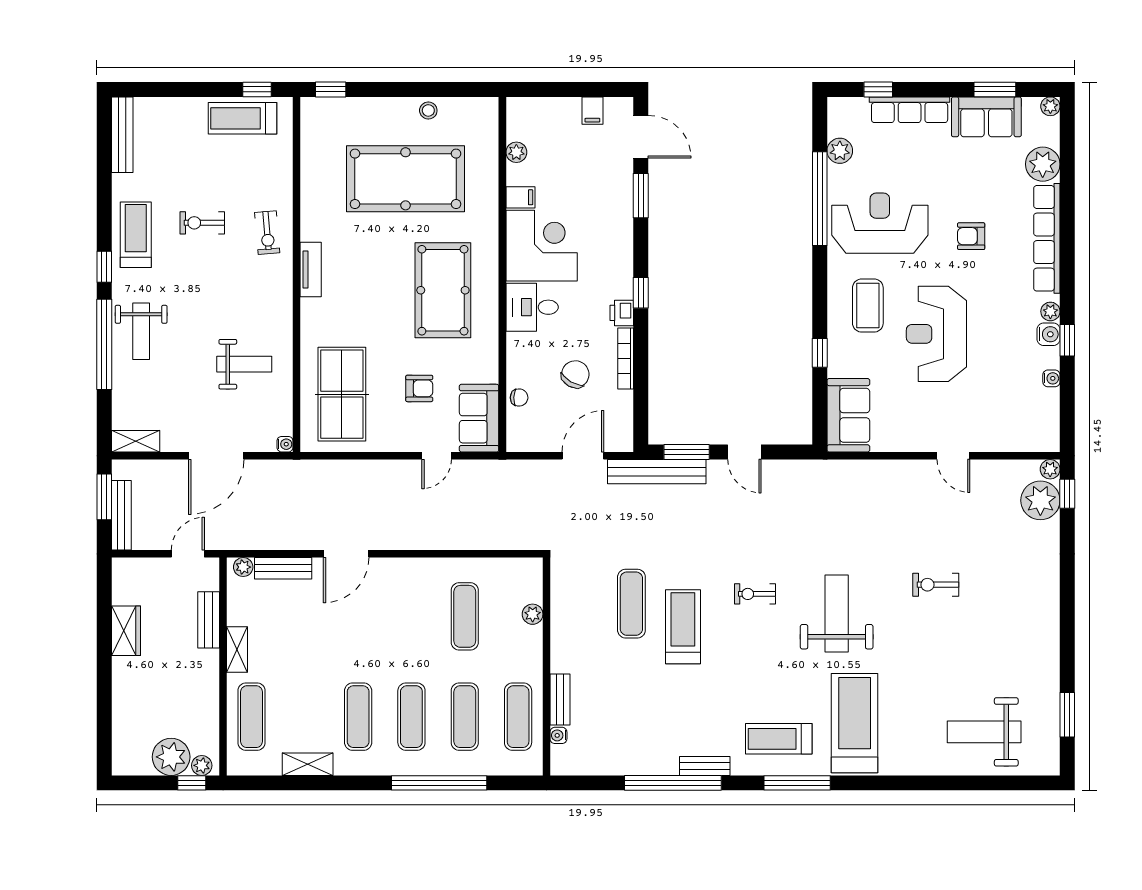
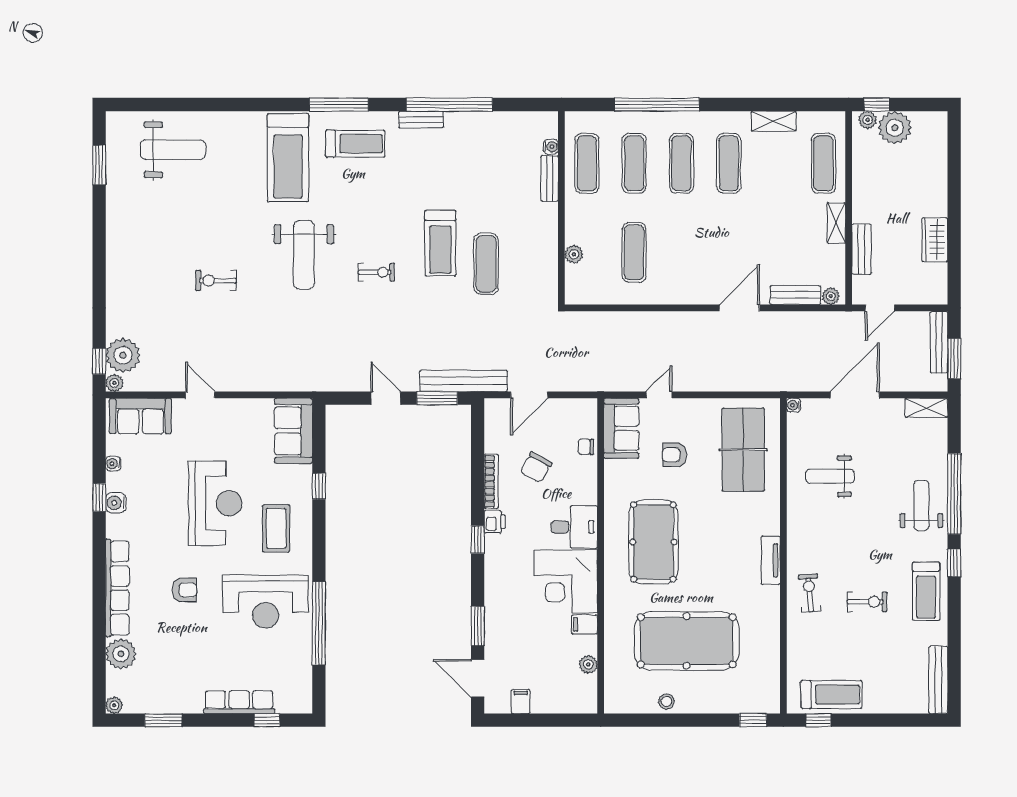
sofa: (986, 117) -> (141, 416), moved, turned 180
plant: (840, 151) -> (301, 666), removed
plant: (1050, 311) -> (114, 523), removed
exercise bike: (936, 585) -> (216, 280), turned 180

